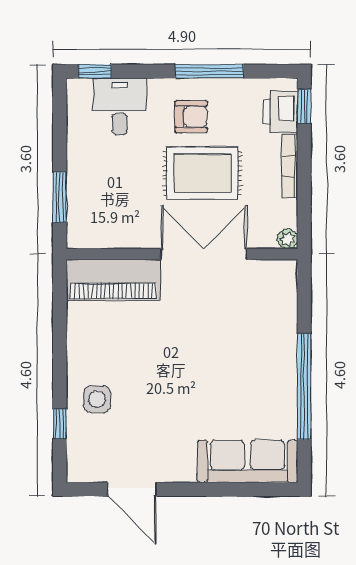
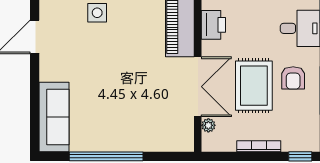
printer: (280, 112) -> (213, 25), moved, turned 90
plant: (287, 239) -> (208, 125), moved

